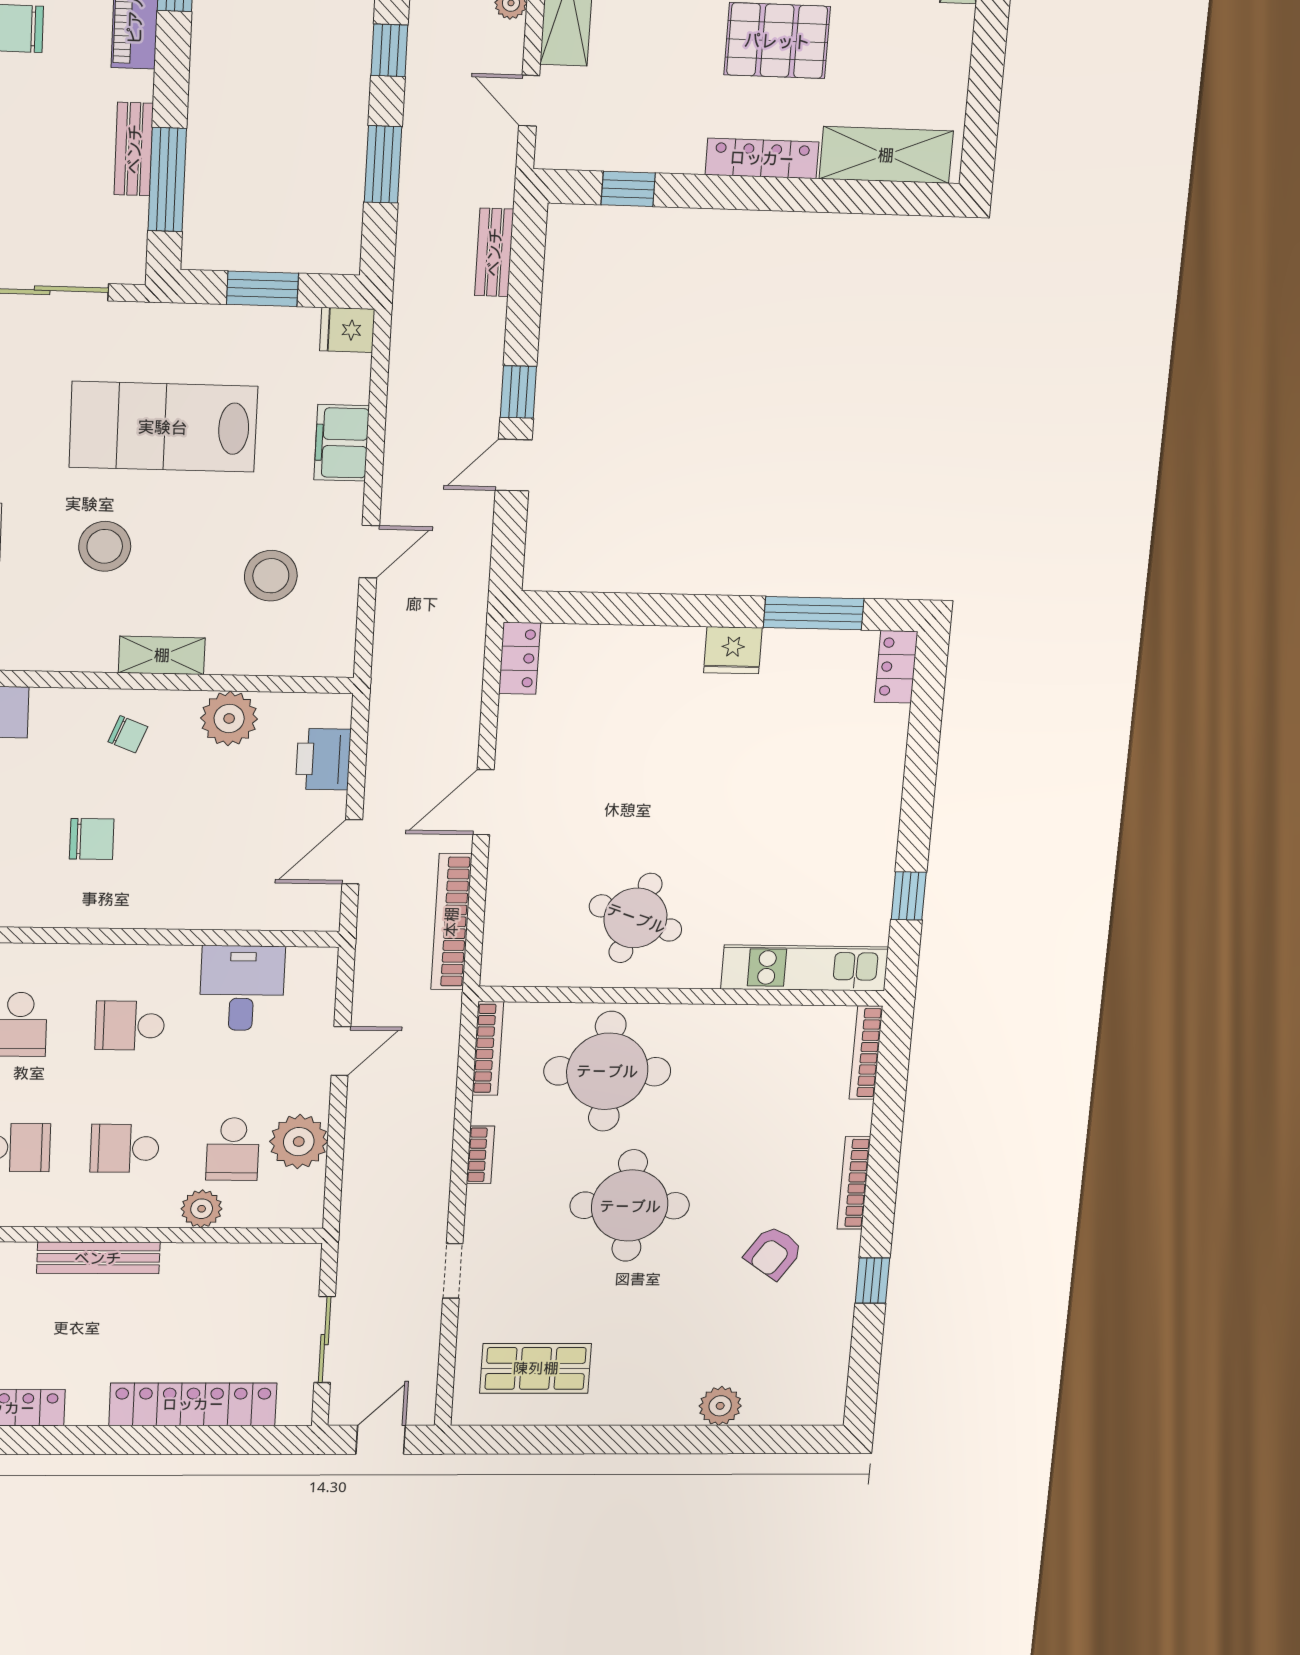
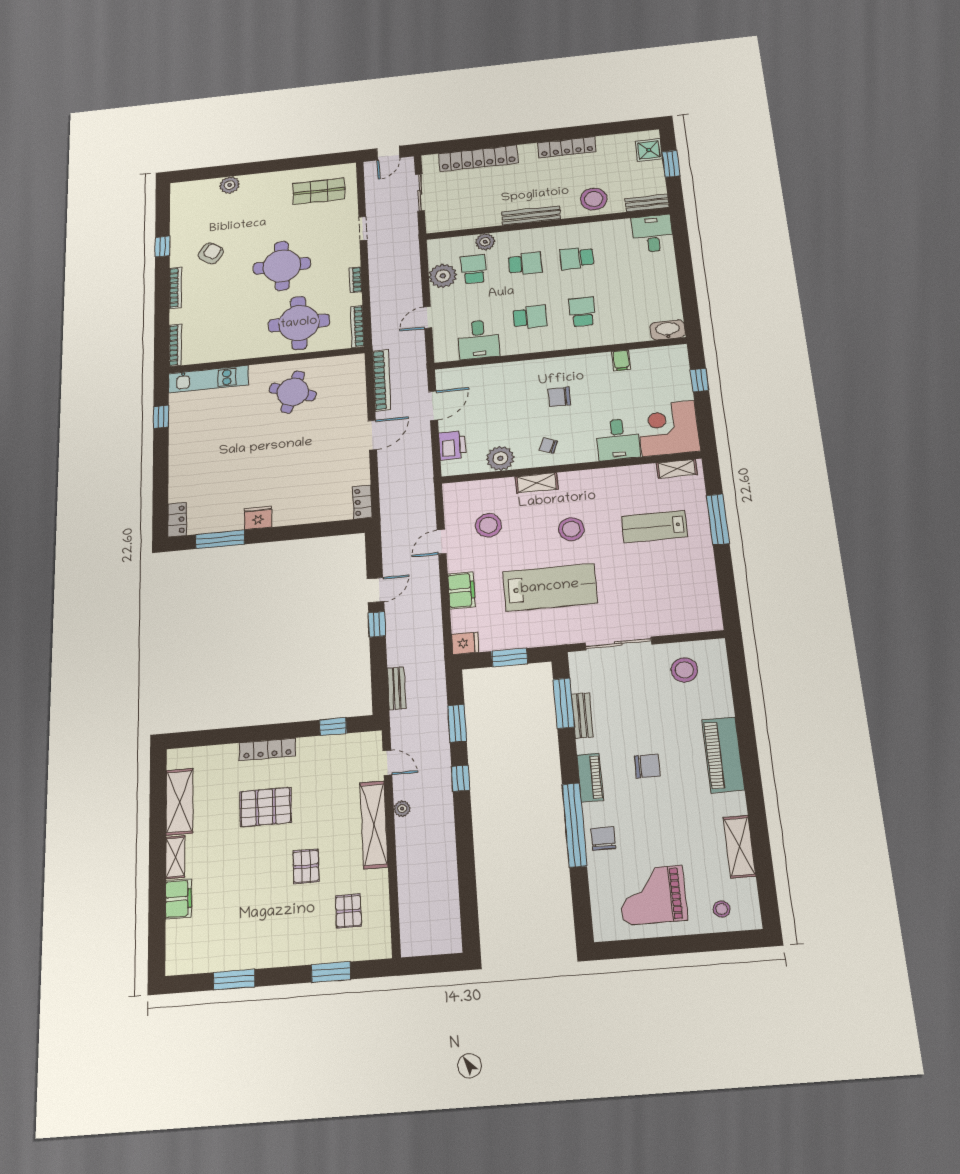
shelving: (886, 155) -> (179, 802), moved, turned 90

